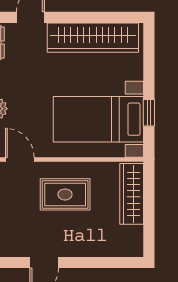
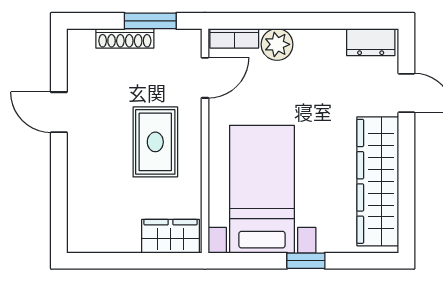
window: (149, 113) -> (306, 261), moved
wardrobe: (132, 194) -> (171, 236), width x0.67

